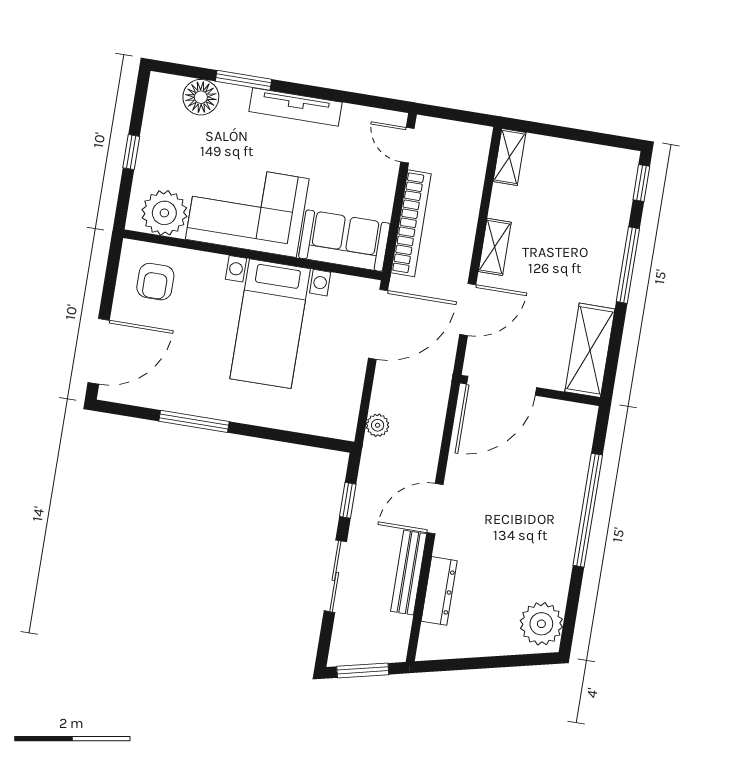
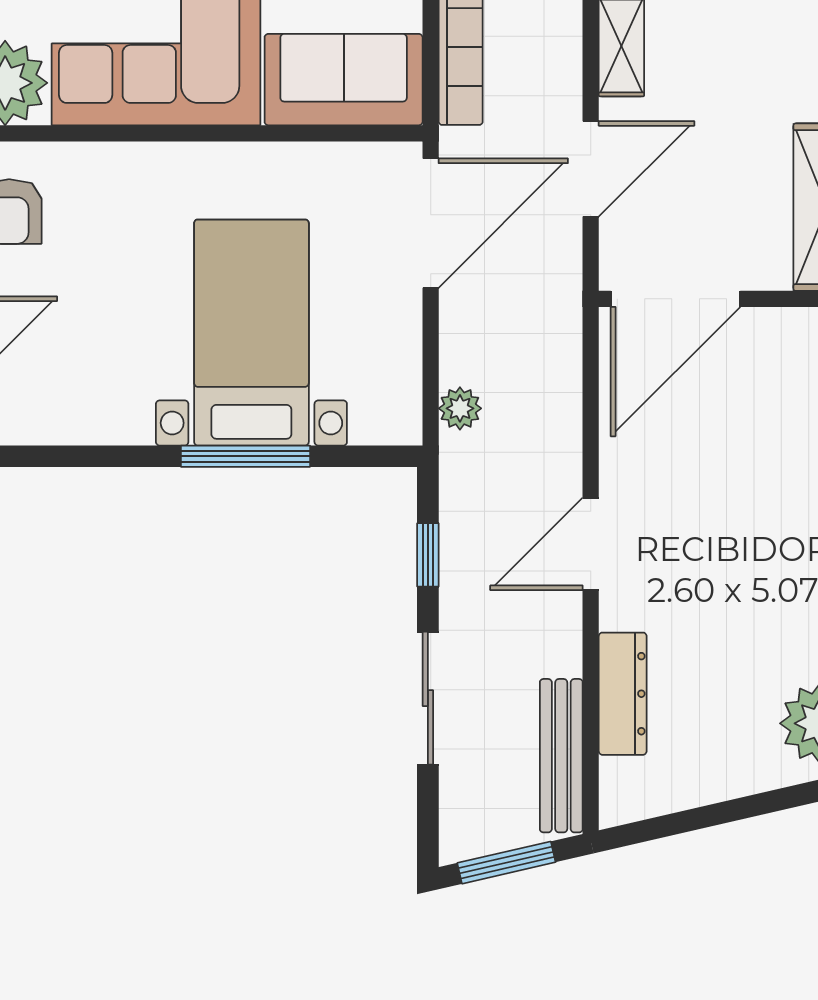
bed with nightstands: (270, 324) -> (251, 333), moved, turned 180
window: (194, 421) -> (246, 456), moved
bench: (409, 573) -> (561, 756), moved

